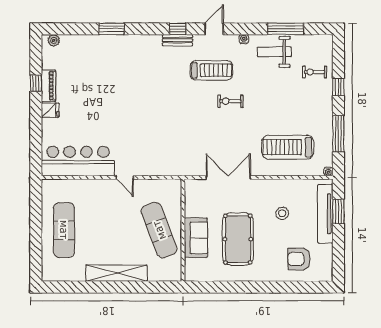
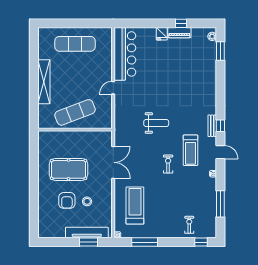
window: (112, 29) -> (220, 51), moved
weight bench: (274, 52) -> (156, 123), moved, turned 90
window: (338, 87) -> (201, 242), moved
sofa: (196, 238) -> (69, 139), removed
armchair: (299, 259) -> (67, 200), moved, turned 180

